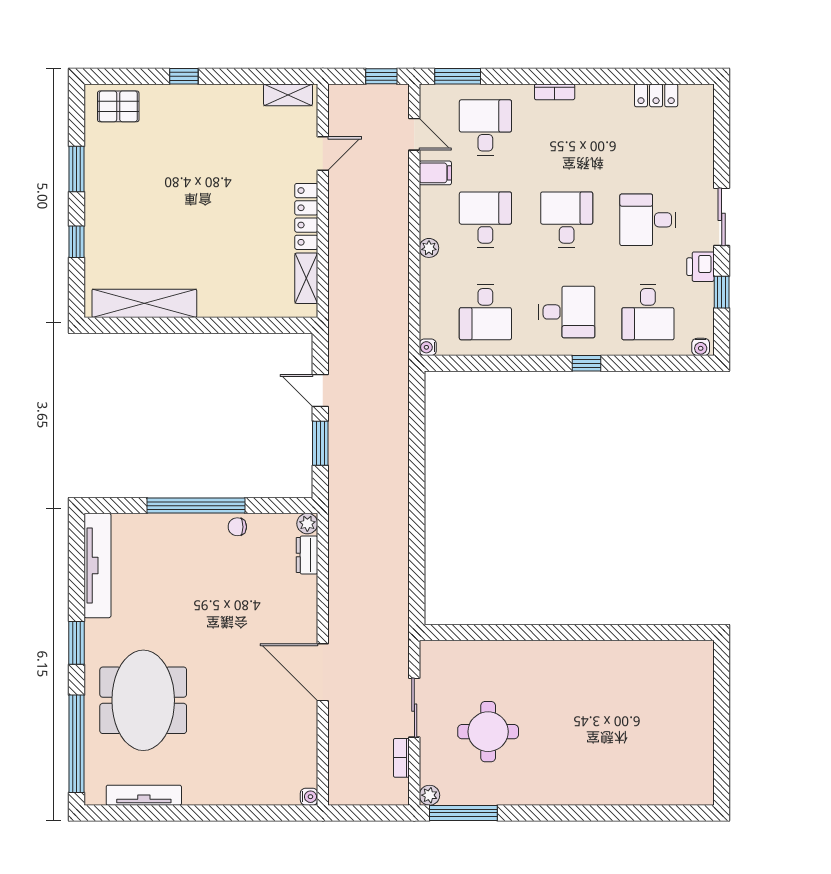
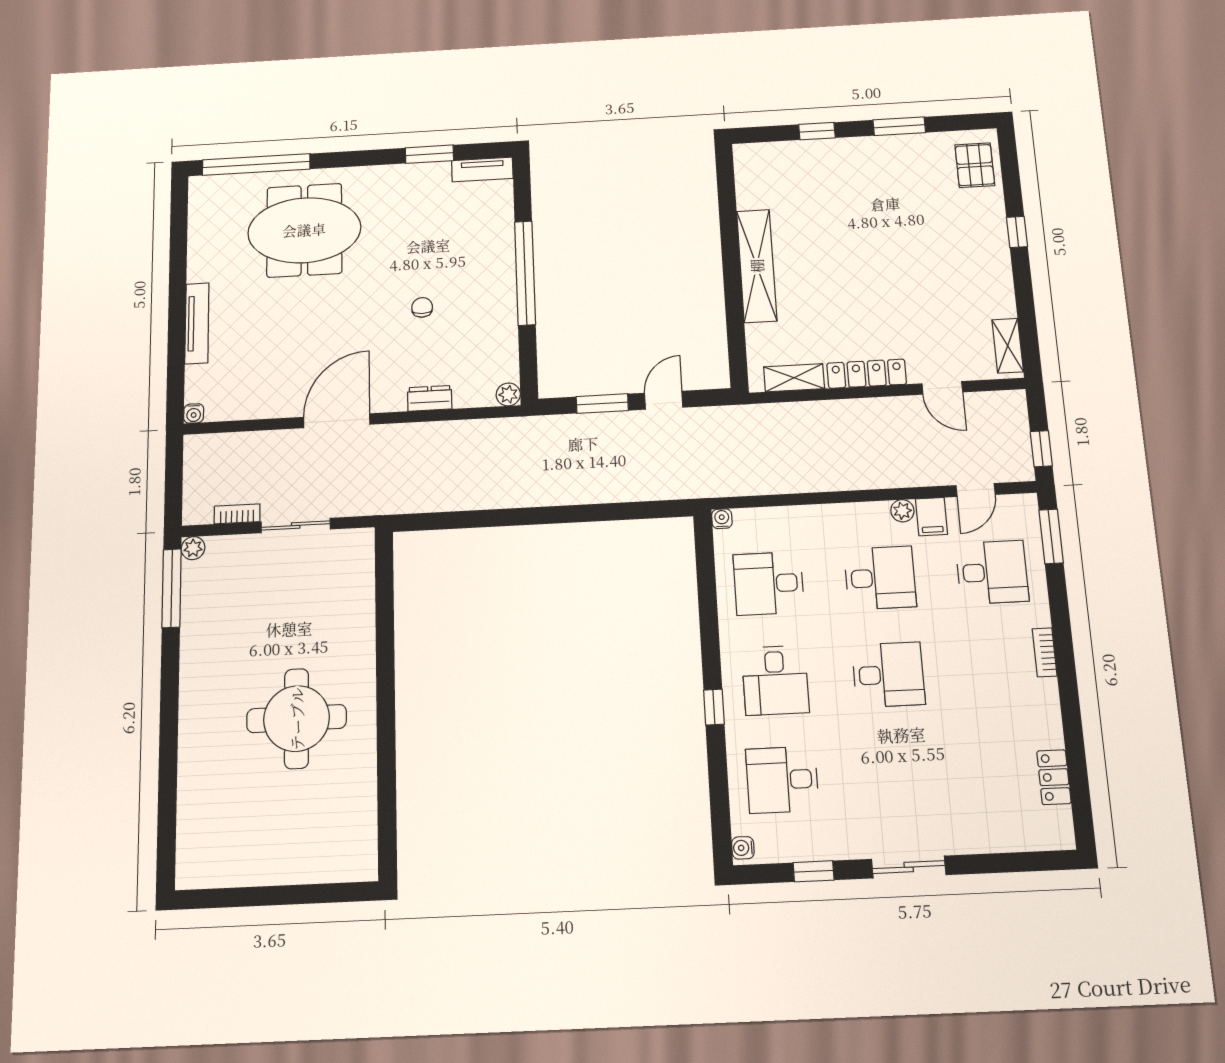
desk: (648, 220) -> (897, 774), removed
plant: (429, 248) -> (902, 511), moved
printer: (700, 267) -> (844, 843), removed
shelving: (144, 303) -> (757, 266), moved
chair: (237, 527) -> (422, 307), moved
dresser: (307, 555) -> (430, 398), moved
tv unit: (97, 565) -> (482, 169), width x0.52, depth x0.78
window: (76, 643) -> (429, 154), moved
round table: (488, 732) -> (297, 719), moved, width x1.36, depth x1.36
tv unit: (144, 795) -> (197, 323), moved

